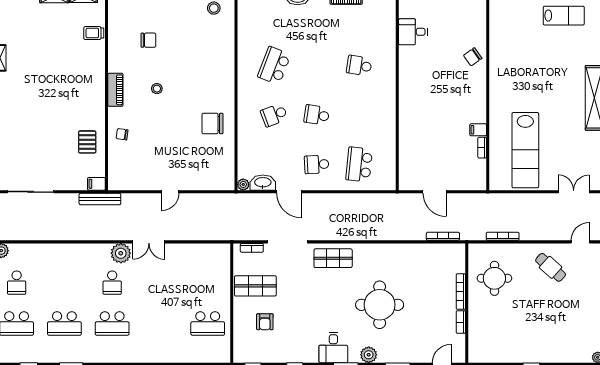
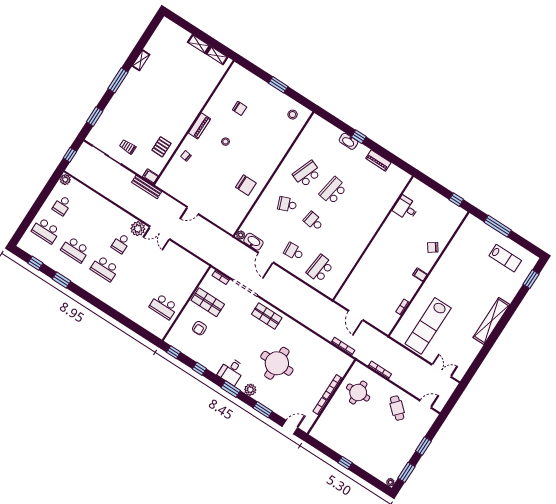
trolley: (94, 33) -> (128, 147), moved
school desk: (359, 66) -> (333, 191), moved, width x1.85
chair: (212, 123) -> (246, 185), turned 180
filing cabinet: (478, 130) -> (420, 275), moved

